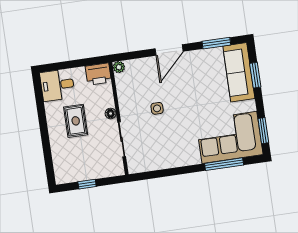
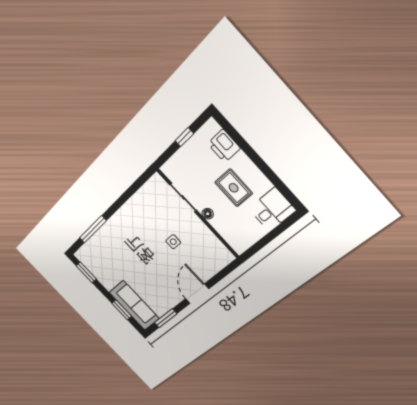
plant: (119, 67) -> (228, 257), removed
printer: (98, 74) -> (224, 146), moved, turned -90
corner sofa: (229, 137) -> (105, 253), removed

